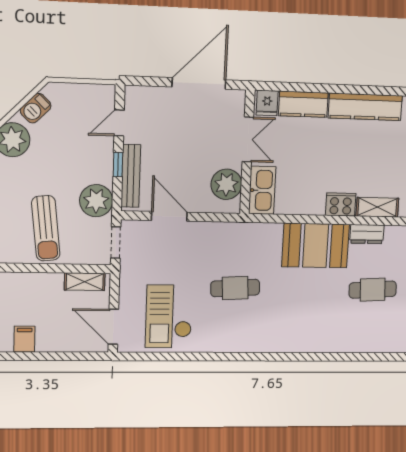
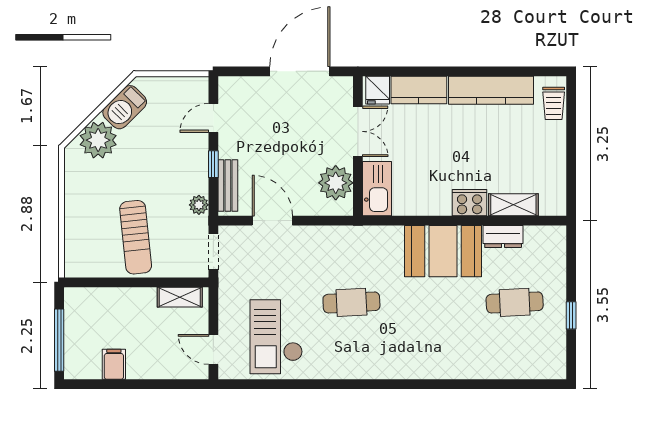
barbecue: (36, 108) -> (125, 107), width x1.38, depth x1.27
bench: (131, 176) -> (228, 186), width x0.73
plant: (96, 201) -> (199, 205), width x0.53, depth x0.53
door: (113, 327) -> (213, 349), width x0.73

